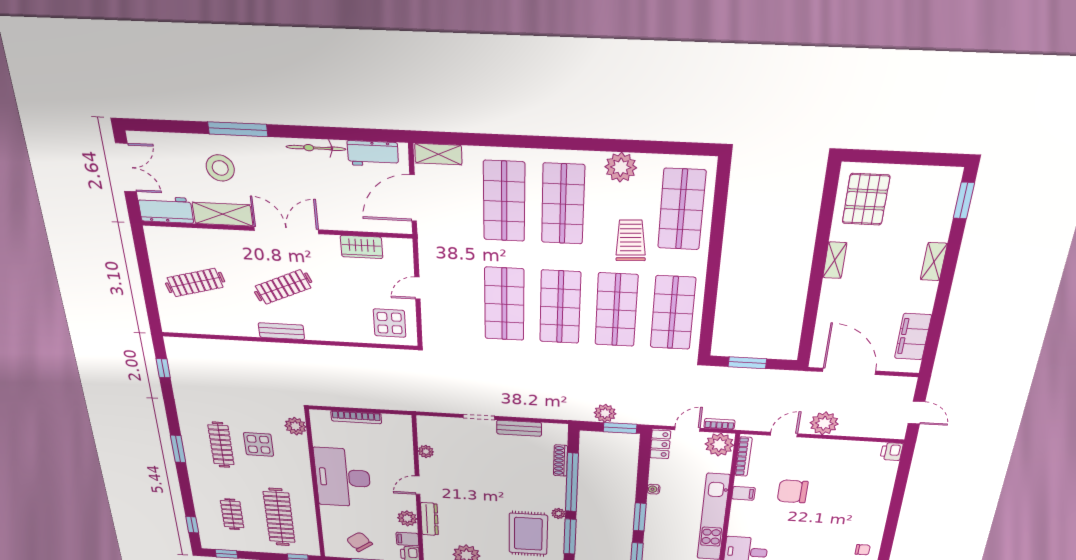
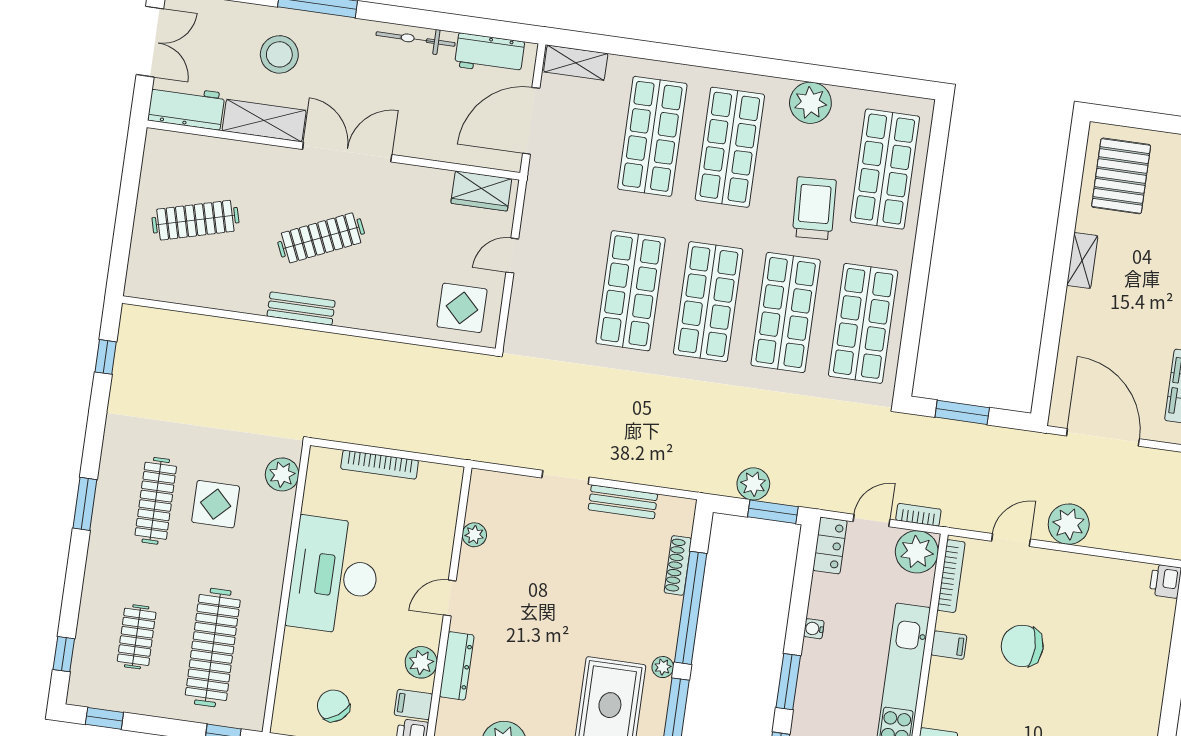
wardrobe: (362, 247) -> (481, 191), moved

